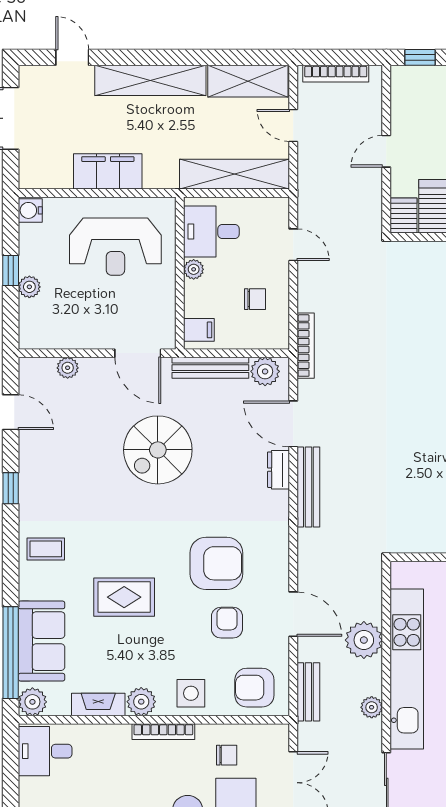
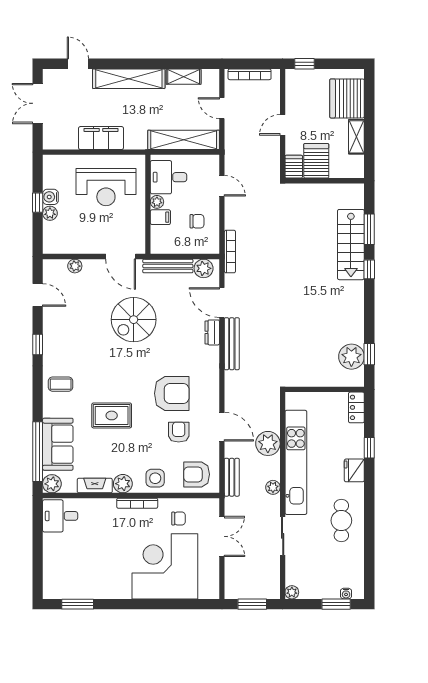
shelving: (248, 81) -> (184, 77), width x0.67, depth x0.75
water cooler: (30, 210) -> (50, 197), moved
filing cabinet: (199, 330) -> (160, 217), moved

